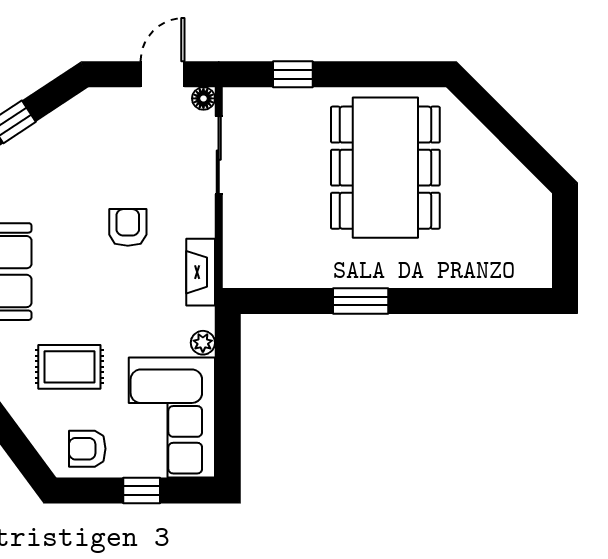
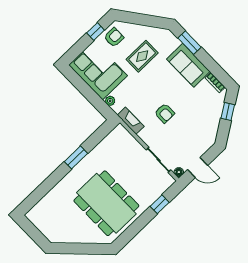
door: (163, 74) -> (198, 168), hinge flipped
window: (142, 491) -> (96, 32), moved

